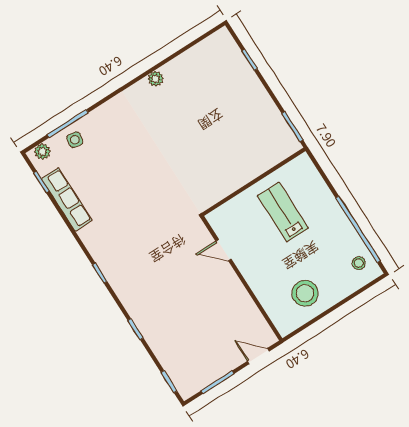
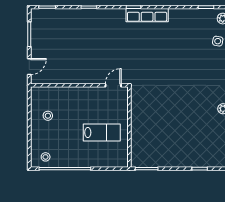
row of seats: (67, 199) -> (147, 15), moved
door: (224, 250) -> (113, 85), moved
stool: (305, 293) -> (48, 116), width x0.53, depth x0.53

